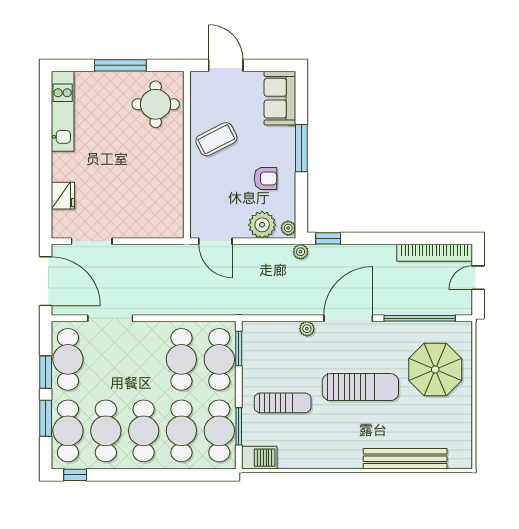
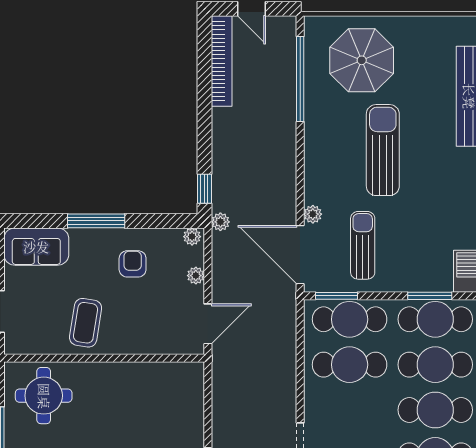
coffee table: (216, 139) -> (86, 323), turned 36
plant: (262, 225) -> (196, 276), width x0.53, depth x0.53
door: (348, 318) -> (300, 255), moved
sun lounger: (283, 403) -> (363, 245), moved

